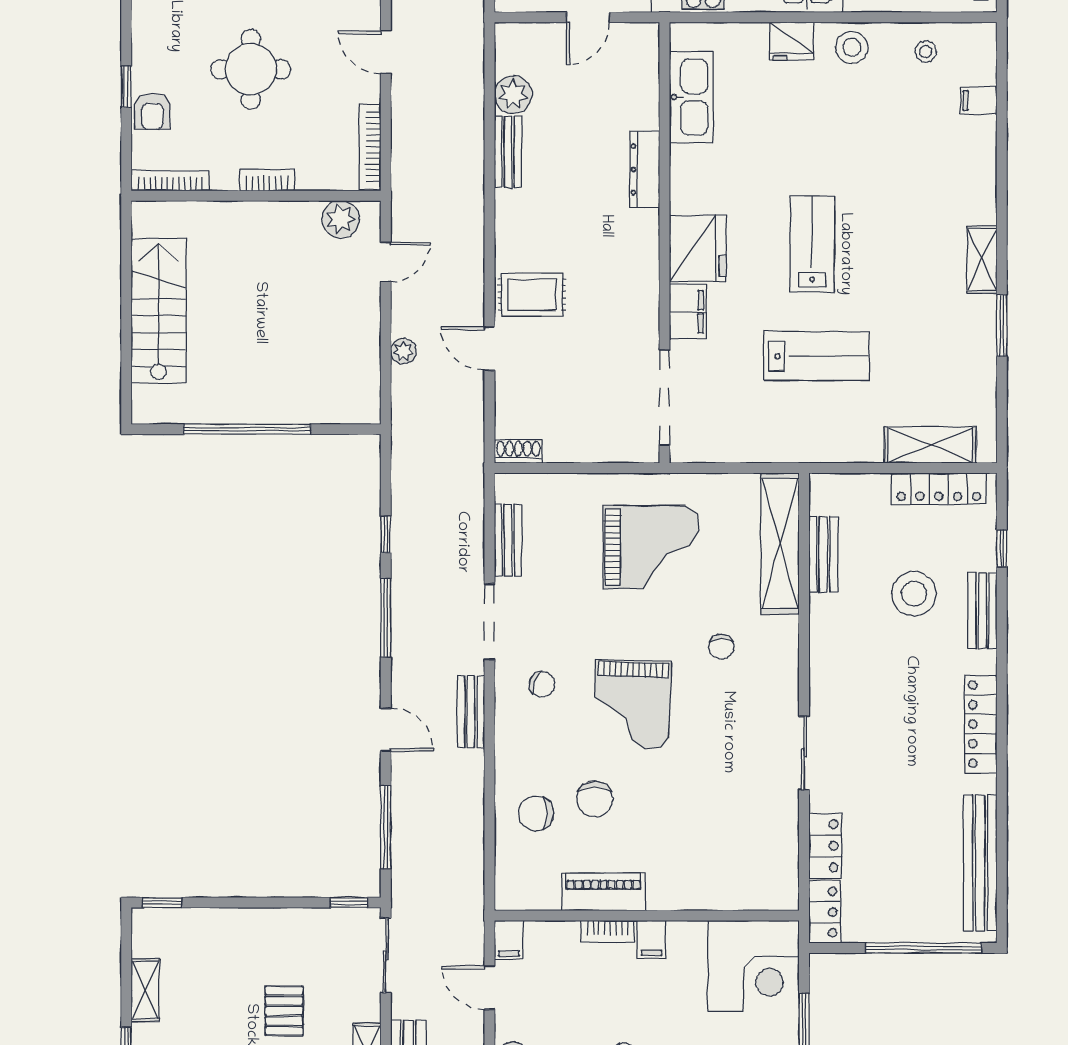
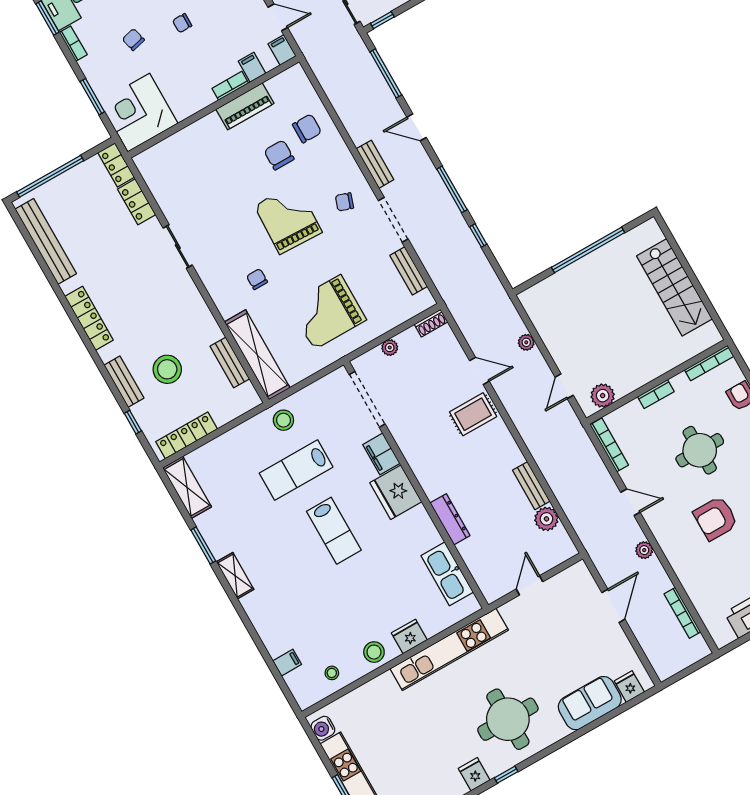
stool: (795, 434) -> (283, 420), added
shelving: (930, 445) -> (187, 487), moved, turned 90
plant: (594, 450) -> (390, 348), added
filing cabinet: (652, 940) -> (252, 67), moved

